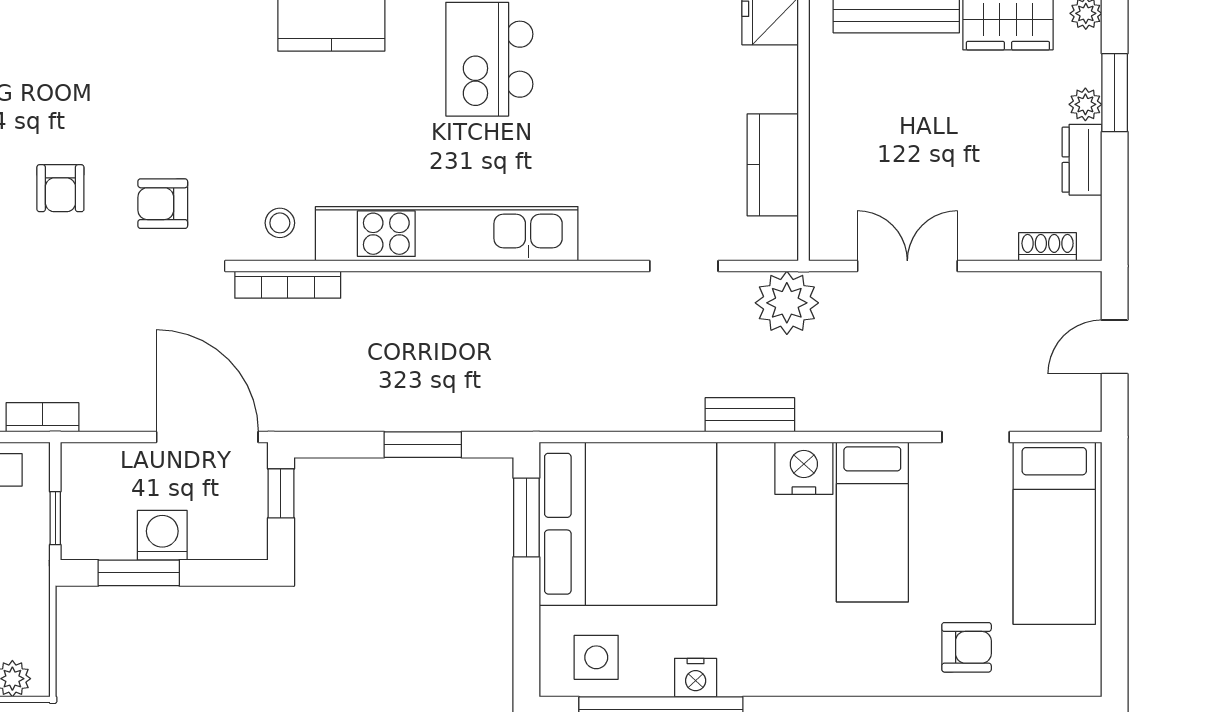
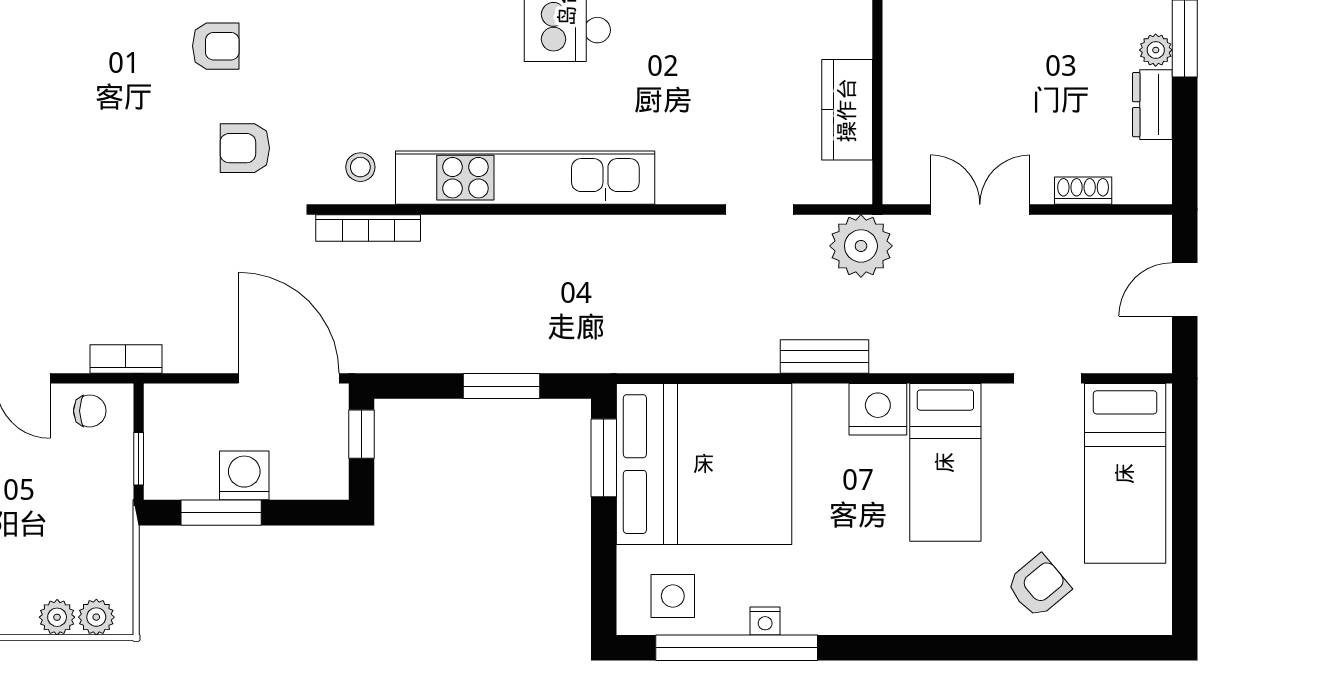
armchair: (60, 188) -> (216, 46), moved, turned -90
shoe rack: (1048, 247) -> (1083, 191), moved
armchair: (967, 647) -> (1038, 586), turned -40
nightstand: (696, 678) -> (765, 621), width x0.72, depth x0.74

